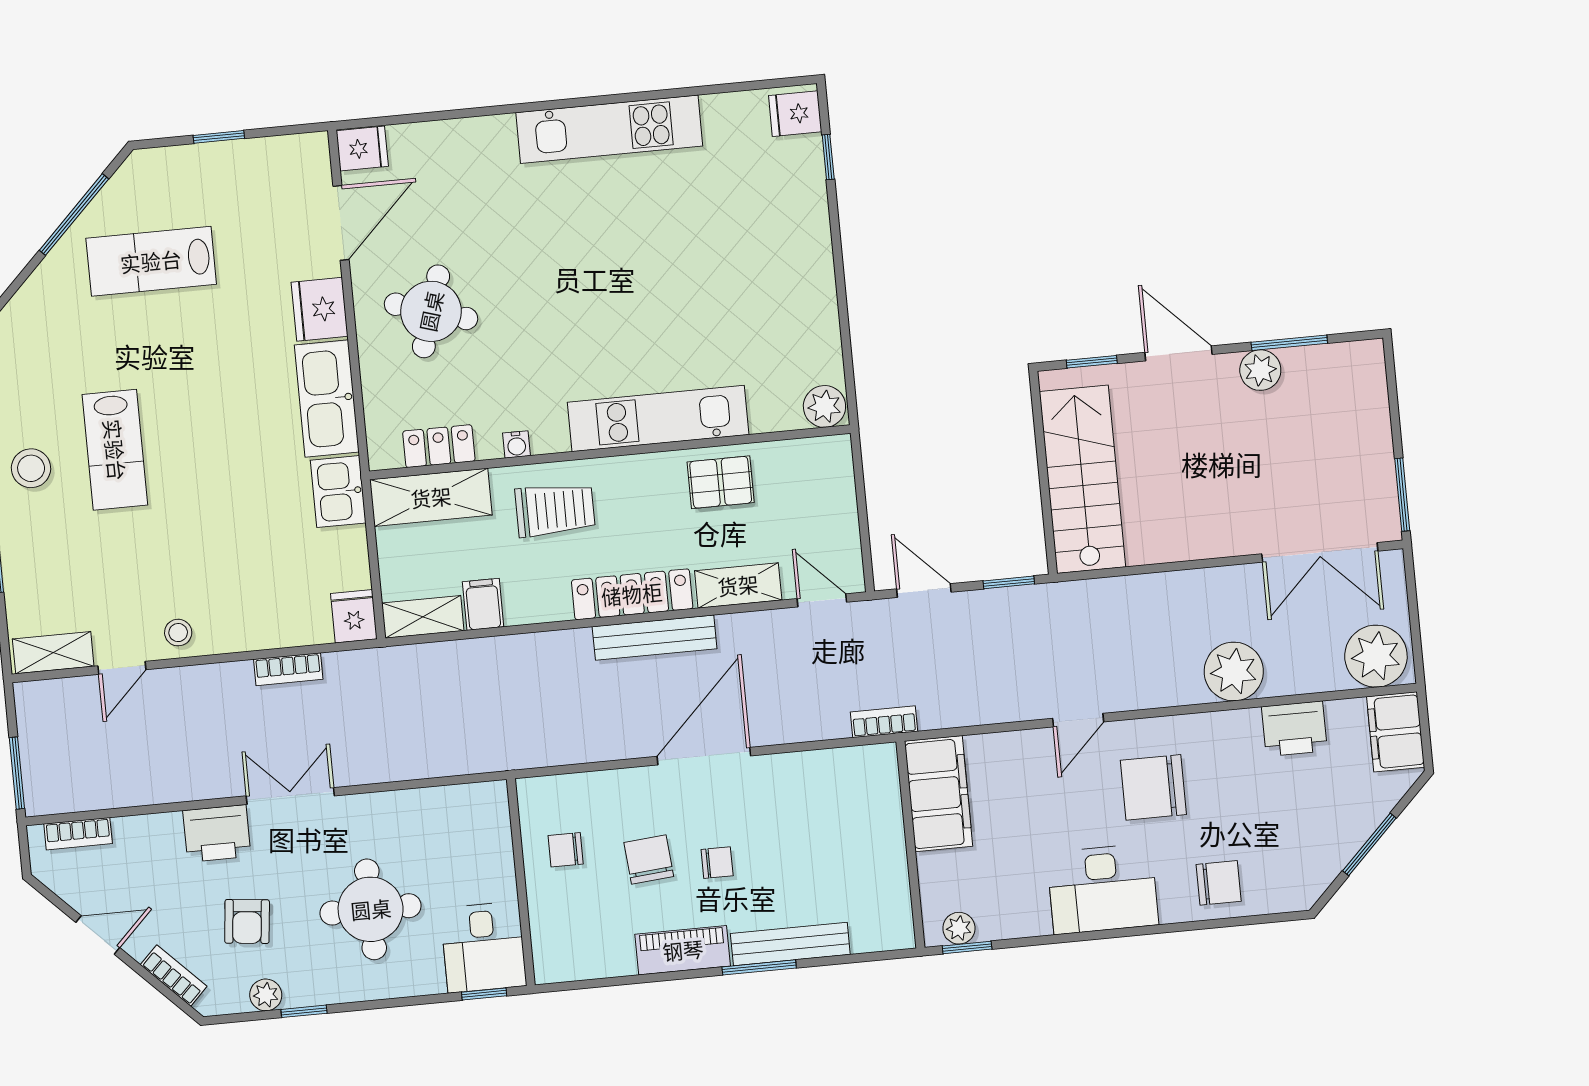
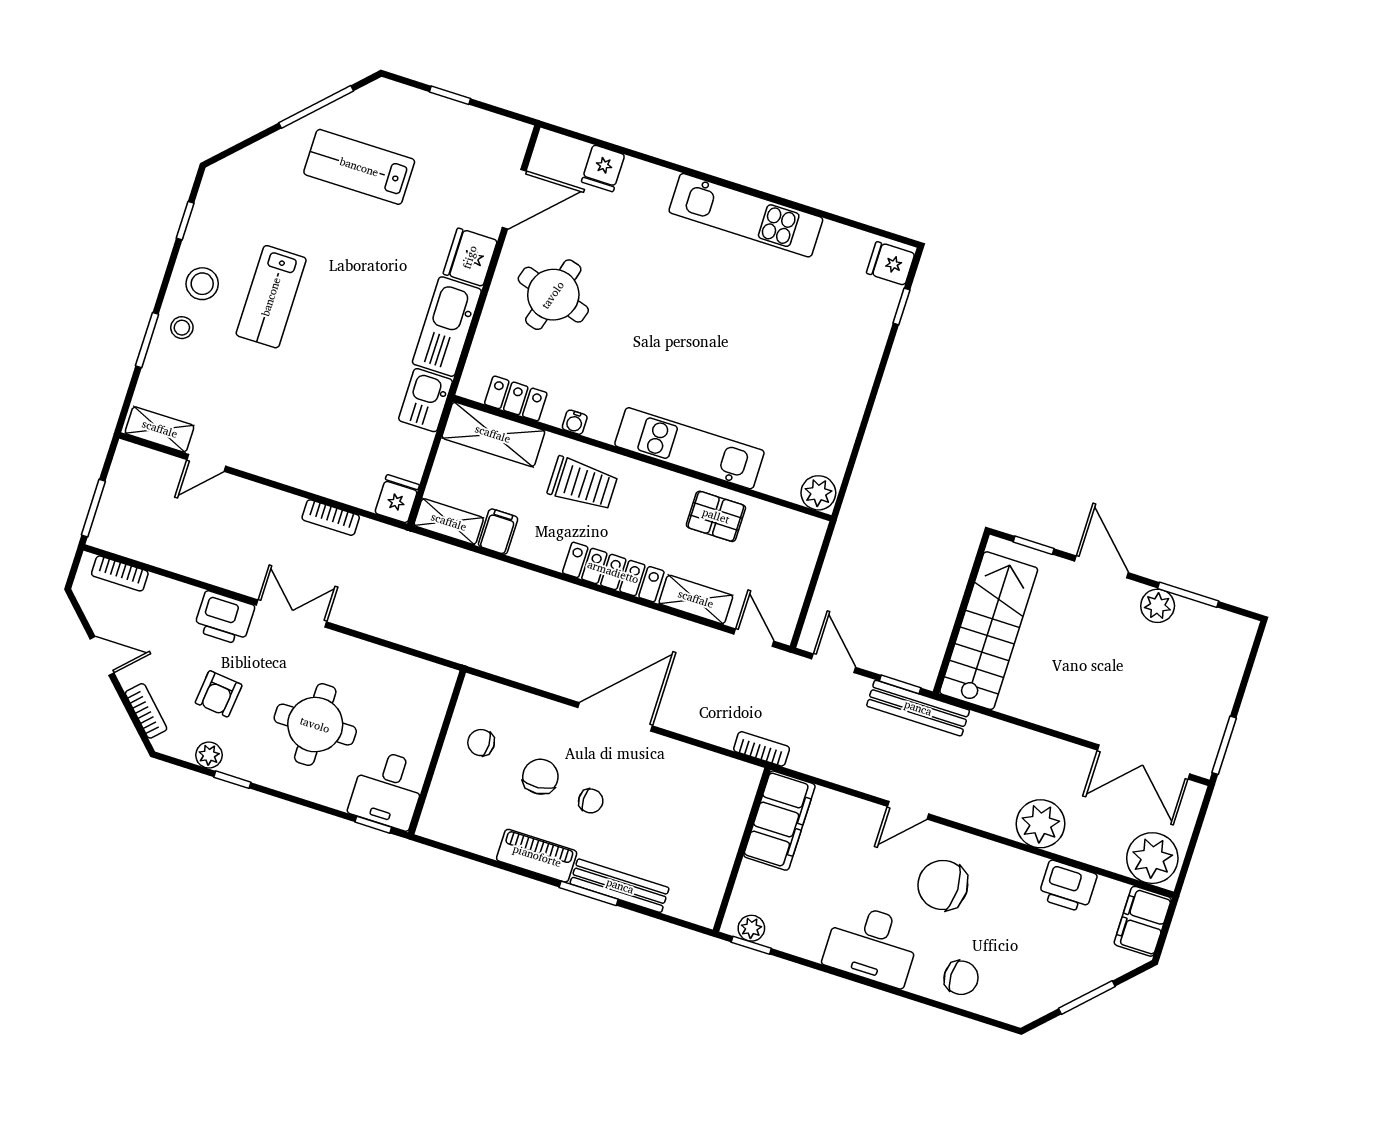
fridge: (362, 149) -> (603, 168), moved, turned 90
stool: (178, 633) -> (182, 328), moved
bench: (655, 638) -> (918, 708), moved

